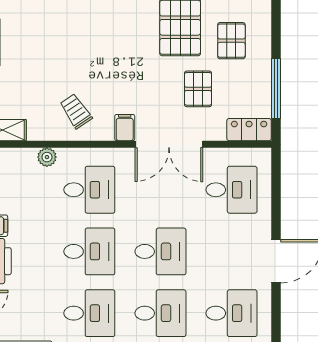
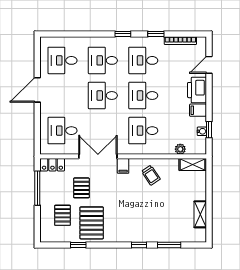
plant: (47, 157) -> (180, 149), moved

